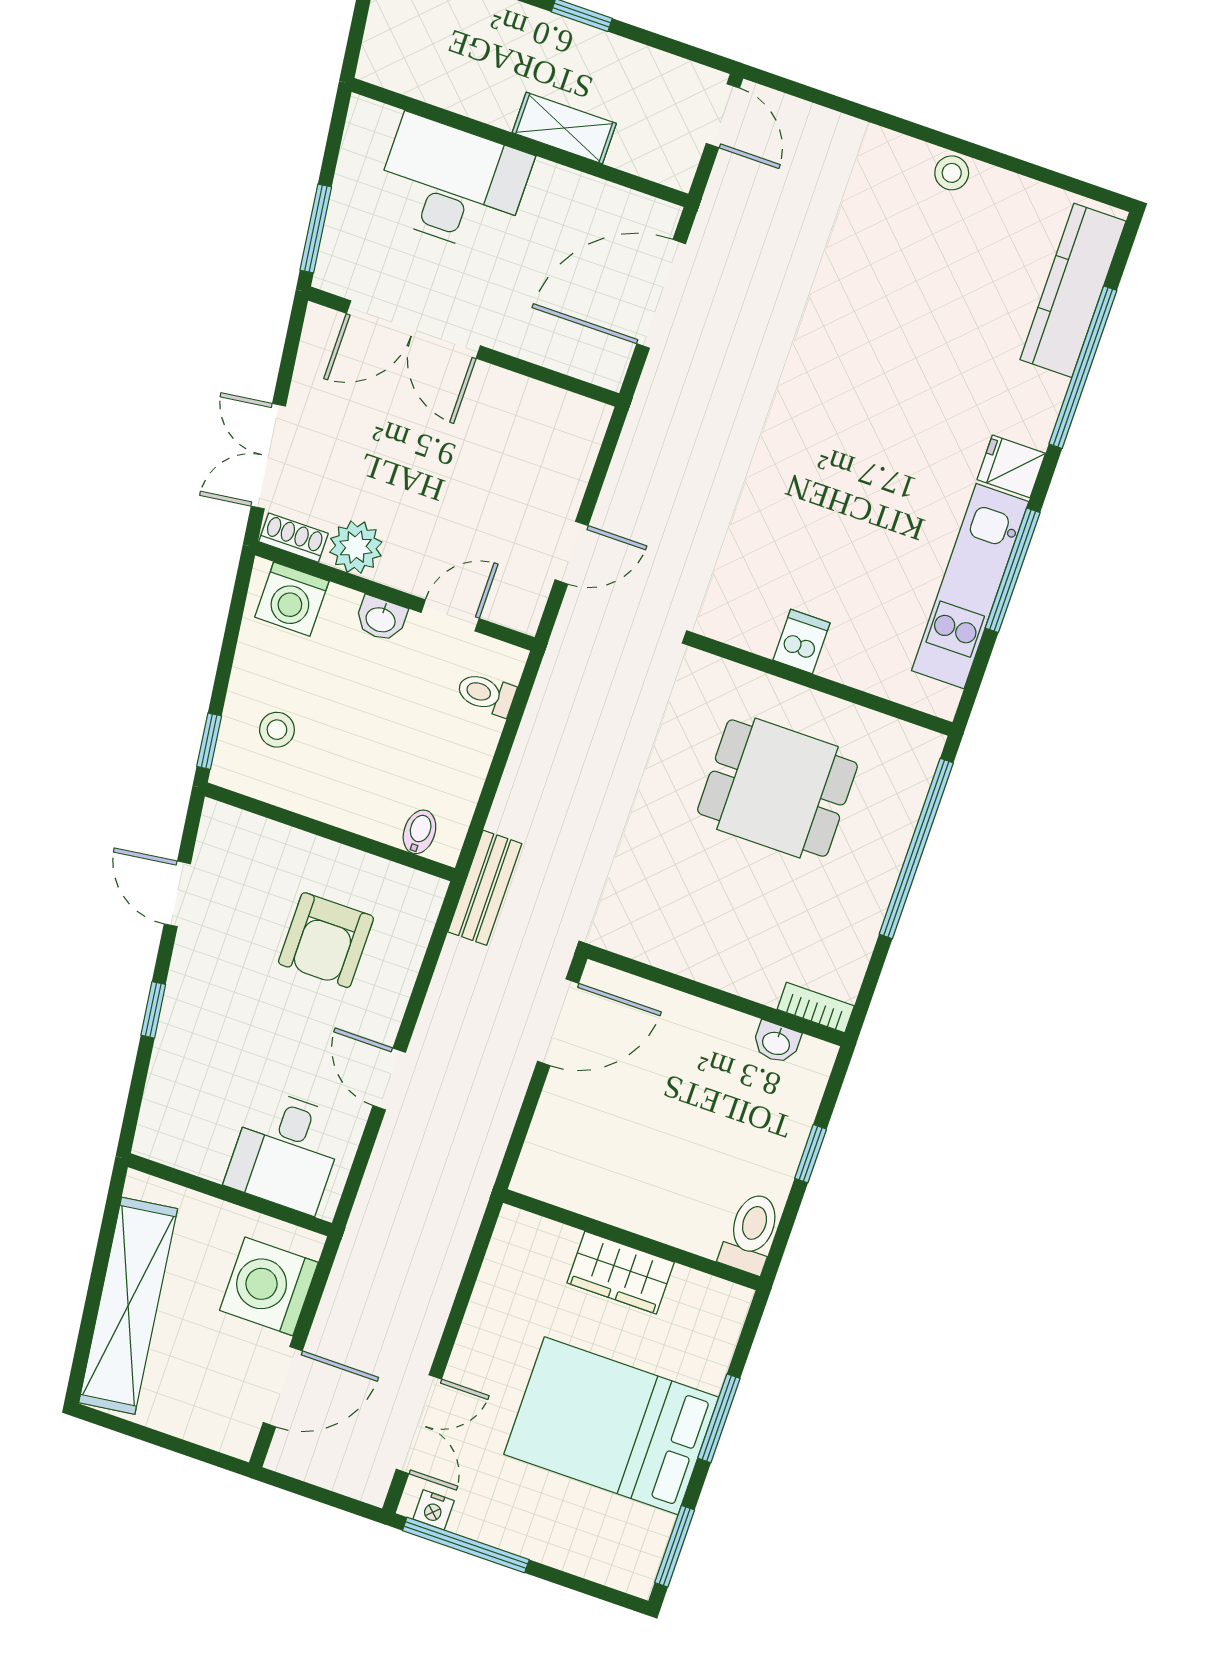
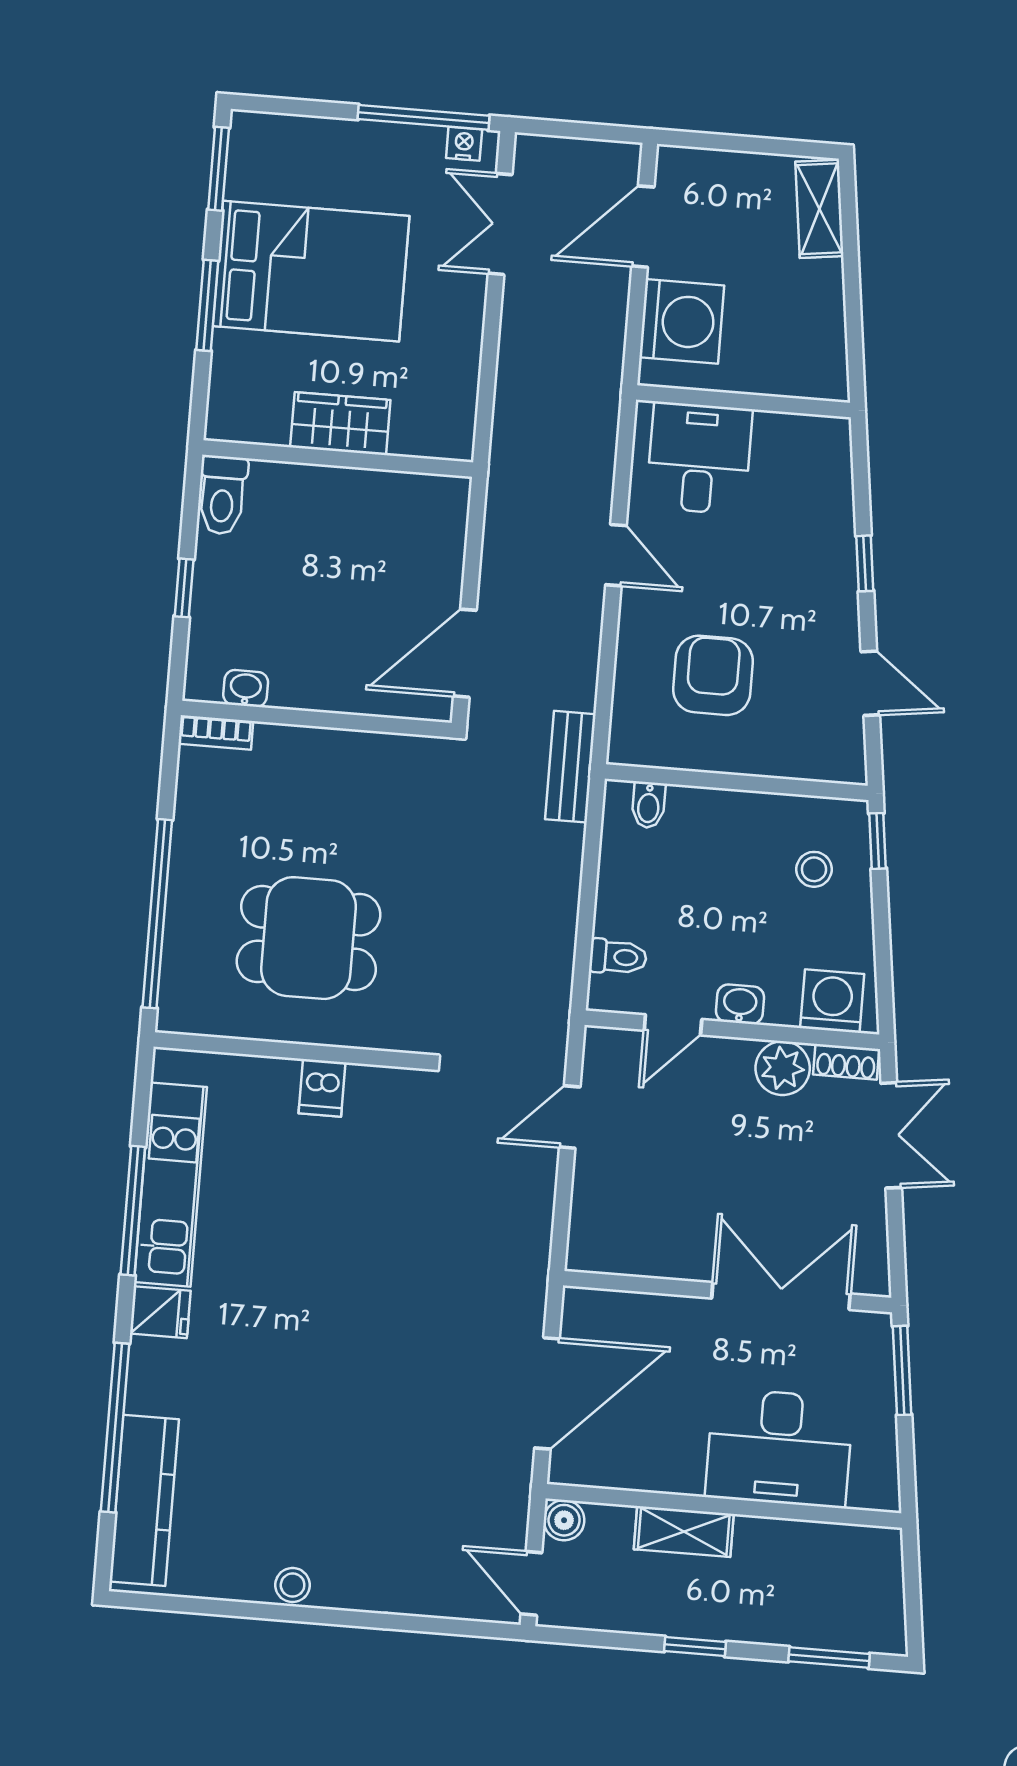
boiler: (676, 168) -> (564, 1520), added
shelving: (128, 1306) -> (819, 209), width x0.45, depth x0.75

